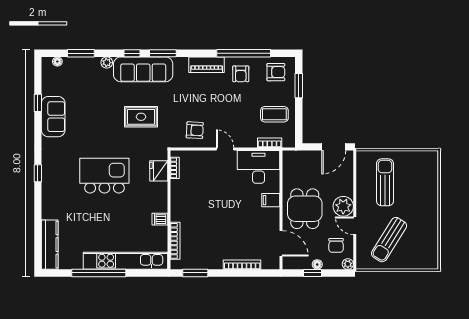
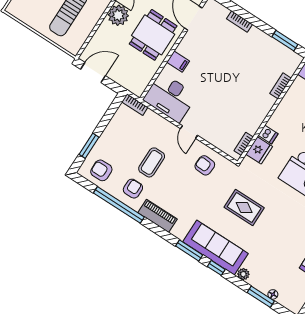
floor lamp: (57, 62) -> (273, 294), moved
coffee table: (274, 114) -> (152, 162), moved, turned 90
bookcase: (270, 143) -> (135, 105), moved
dishwasher: (160, 219) -> (268, 135), moved
bookcase: (175, 241) -> (281, 86), width x0.64
bookcase: (242, 265) -> (239, 21), width x0.64

